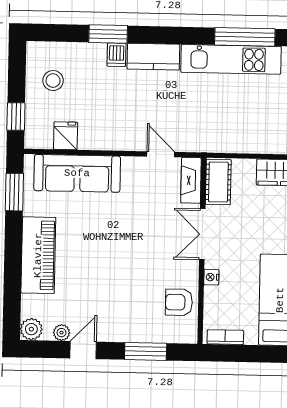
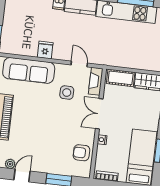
stool: (53, 81) -> (20, 14), removed
fridge: (66, 136) -> (45, 50), moved
cot: (218, 182) -> (121, 78), moved, turned 90
side table: (145, 204) -> (67, 93), added

